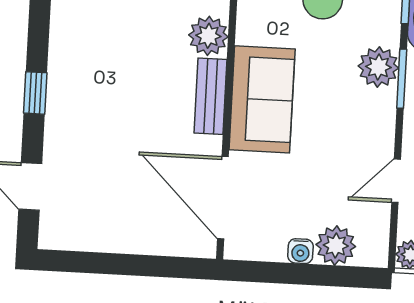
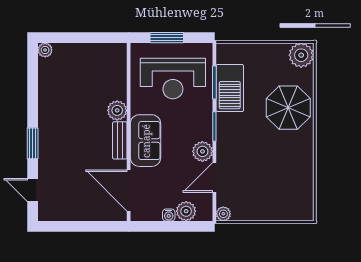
plant: (378, 67) -> (202, 151), moved
window: (35, 93) -> (33, 143), width x1.50
door: (396, 181) -> (214, 177), width x1.38

